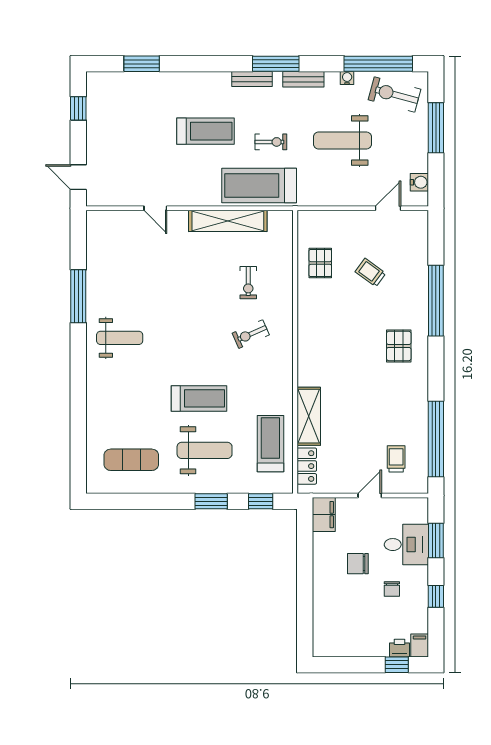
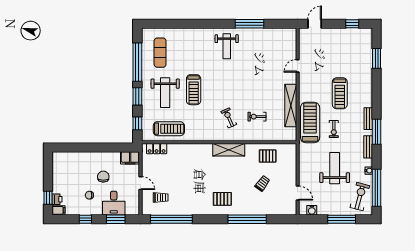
shelving: (309, 416) -> (229, 150), moved
window: (149, 501) -> (137, 62), added

